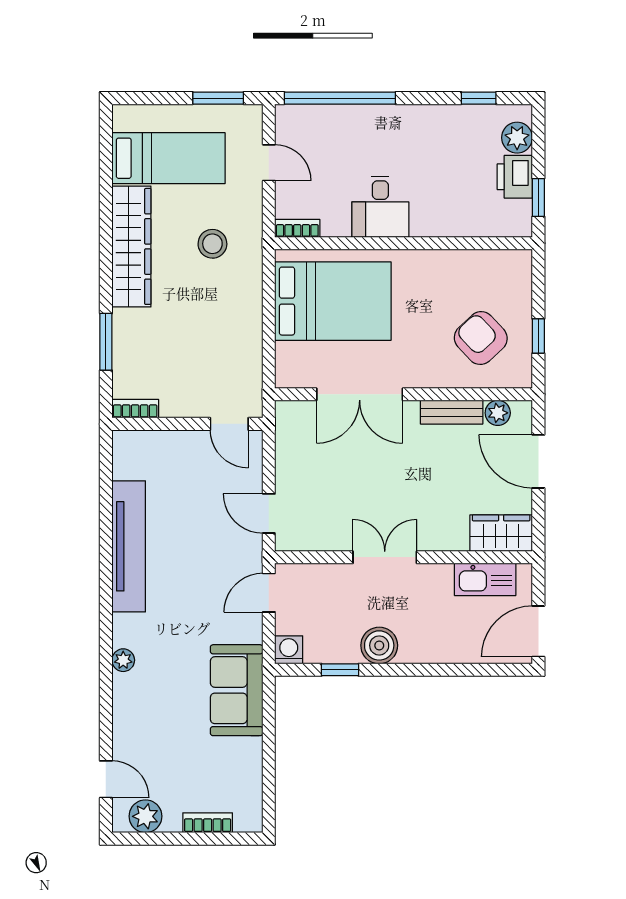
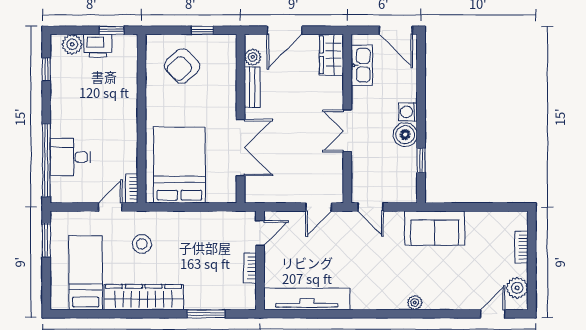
door: (269, 163) -> (110, 207), moved
desk: (380, 207) -> (70, 157), moved, turned 180
armchair: (481, 338) -> (182, 66), moved
bookcase: (135, 409) -> (250, 268), moved
tv unit: (129, 546) -> (307, 299), moved
washing machine: (289, 650) -> (408, 112), moved

